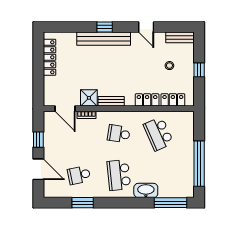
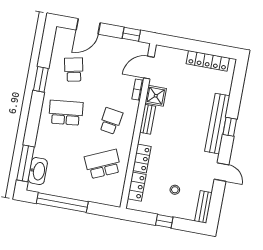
door: (146, 27) -> (221, 172), swing flipped
window: (38, 140) -> (131, 34), moved
washbasin: (146, 190) -> (38, 171), moved
window: (83, 203) -> (41, 79), moved

